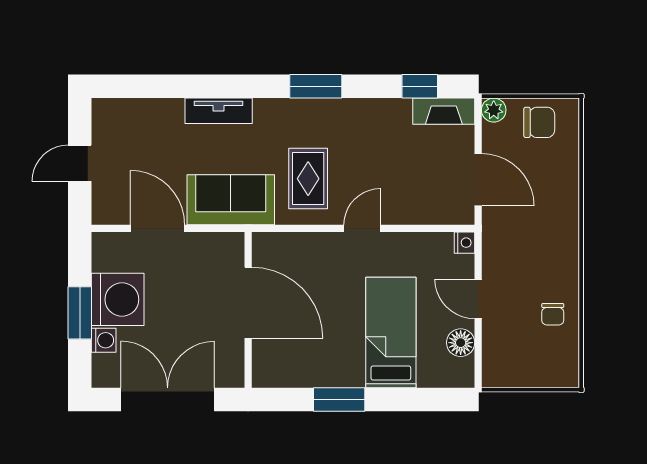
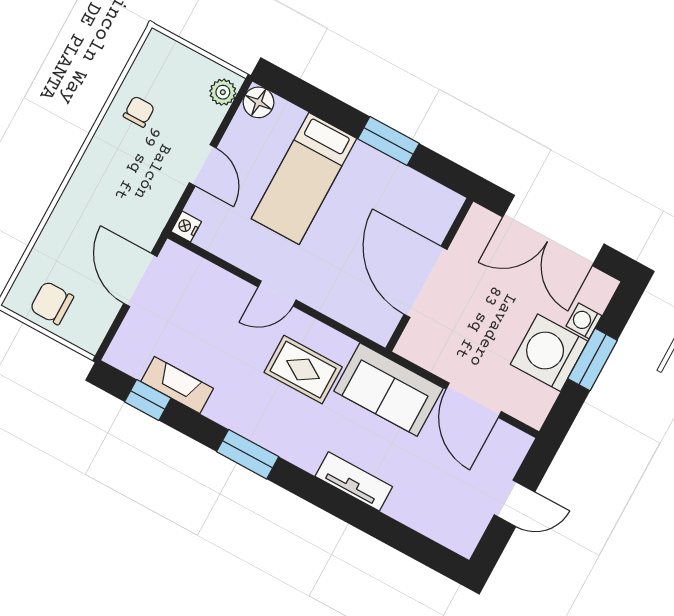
plant: (494, 110) -> (223, 92), moved
fireplace: (444, 111) -> (177, 385), moved
rug: (308, 179) -> (303, 370), turned 90
floor lamp: (461, 343) -> (259, 102), moved

